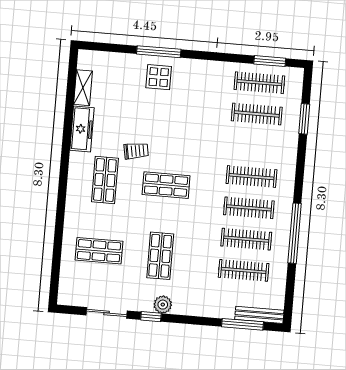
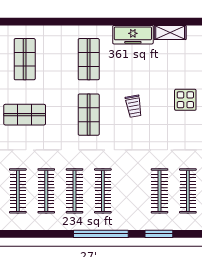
trolley: (136, 151) -> (134, 106), moved
shop shelf: (105, 180) -> (89, 59), turned 90
window: (295, 233) -> (101, 234), moved

